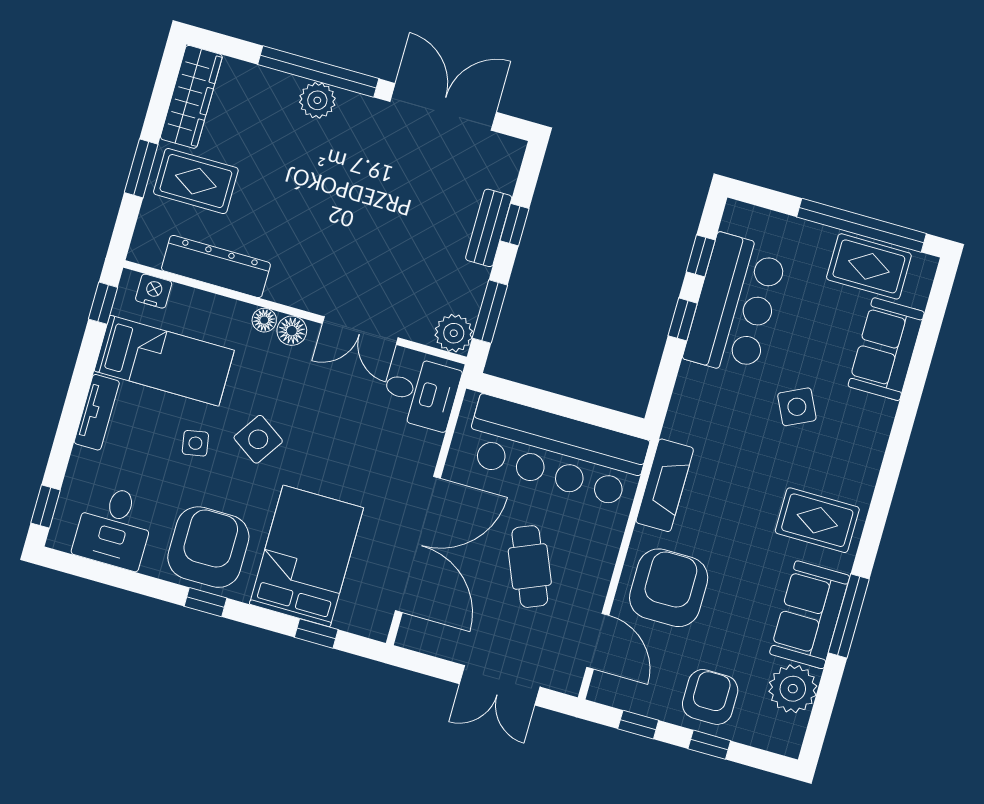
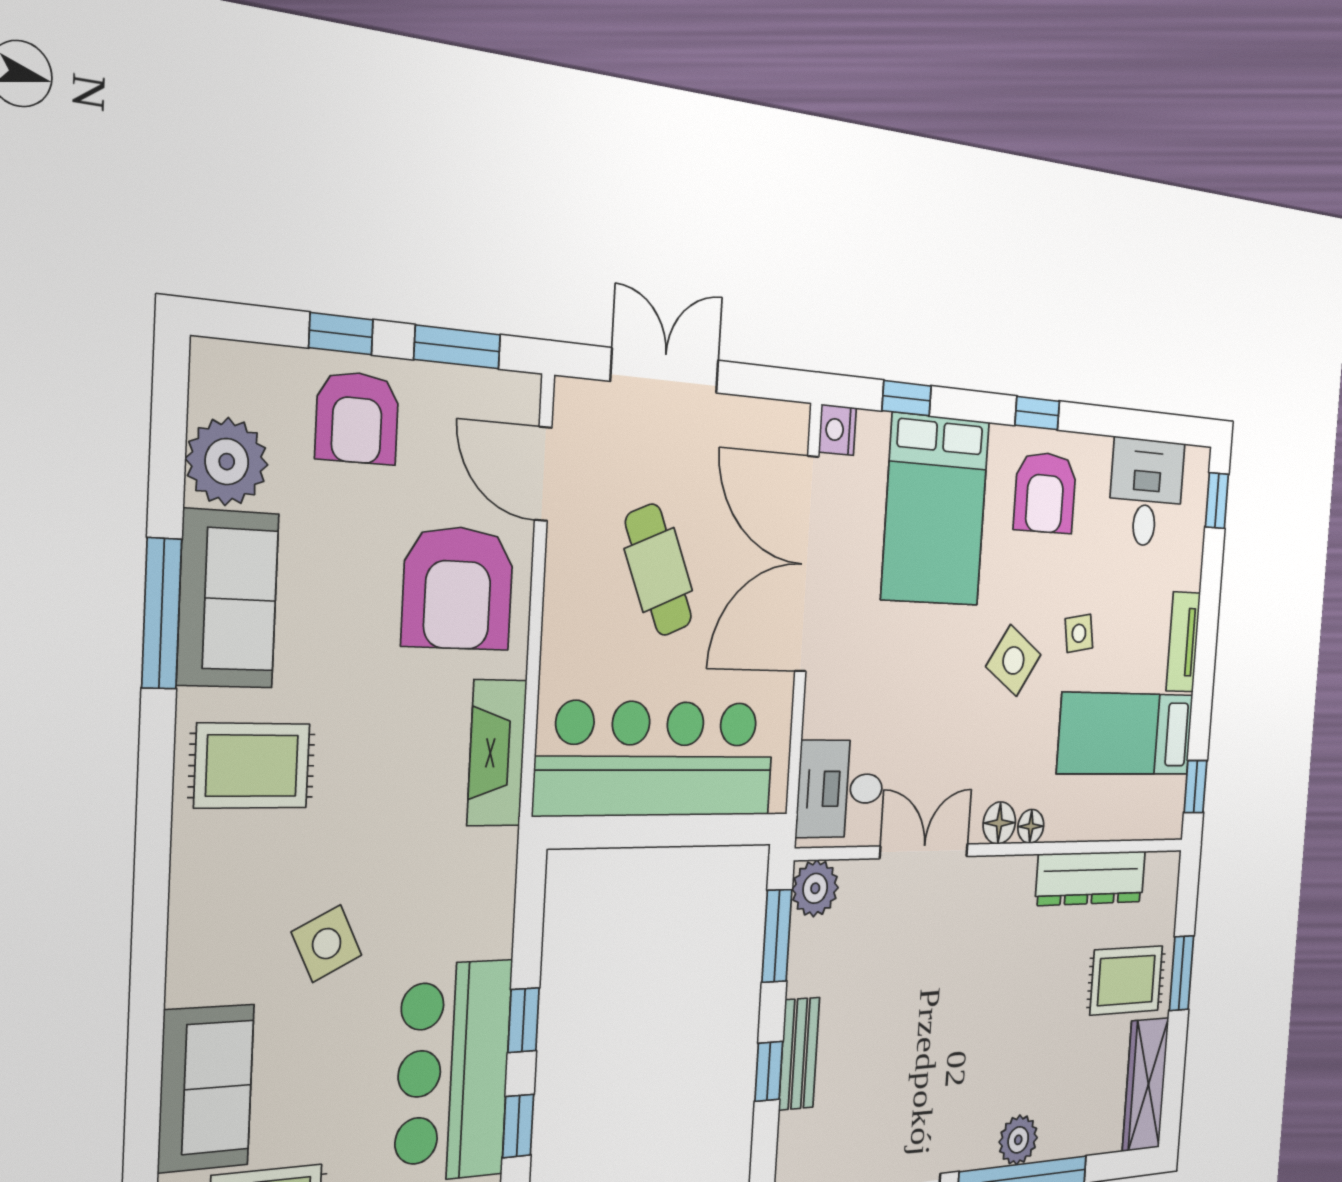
nightstand: (154, 291) -> (837, 430), moved, turned 90
armchair: (208, 547) -> (1045, 493), width x0.73, depth x0.73
window: (638, 725) -> (457, 347), width x1.50

